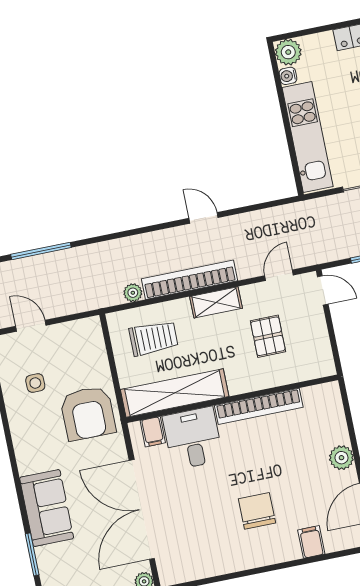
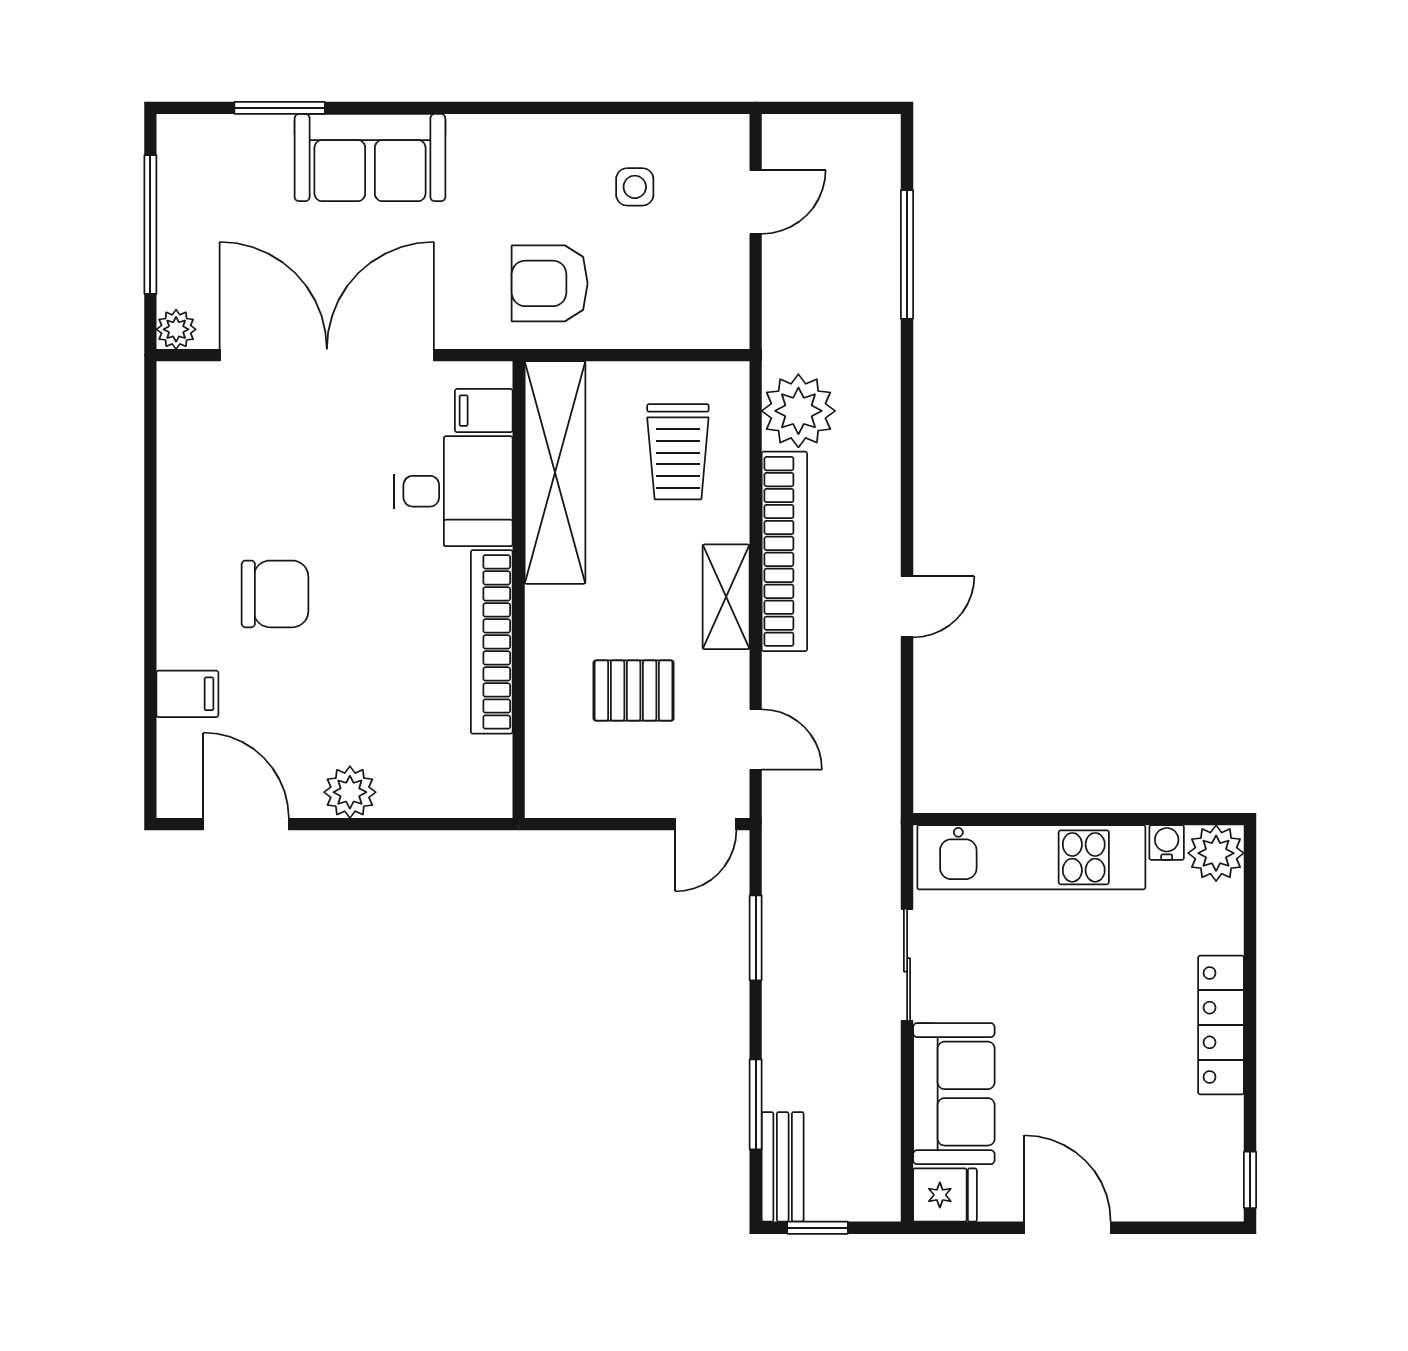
plant: (133, 293) -> (798, 411), width x1.88, depth x1.88
armchair: (88, 413) -> (550, 283), width x0.73, depth x0.73

